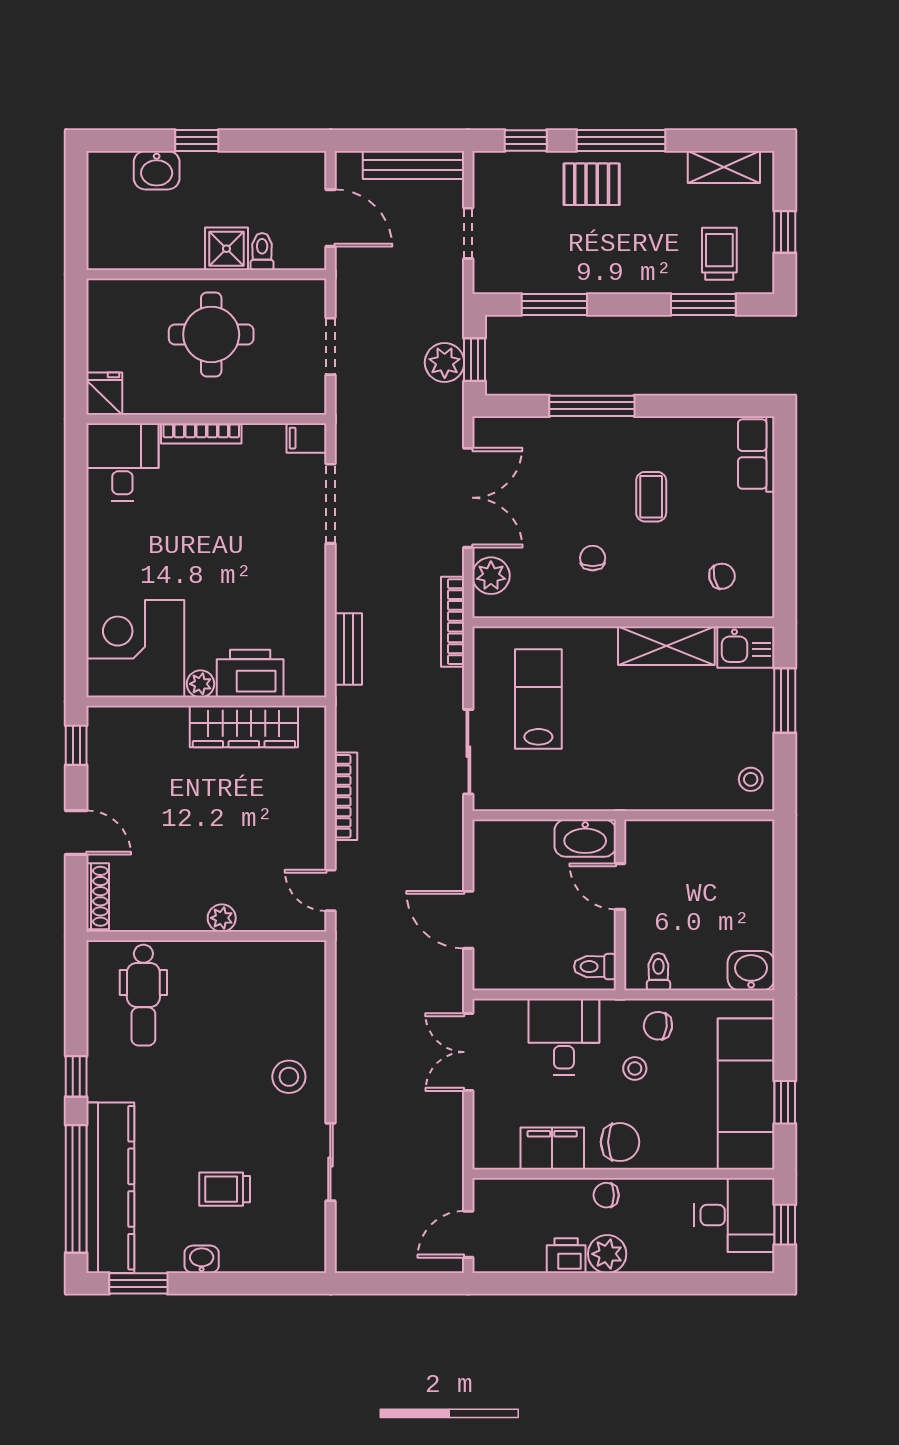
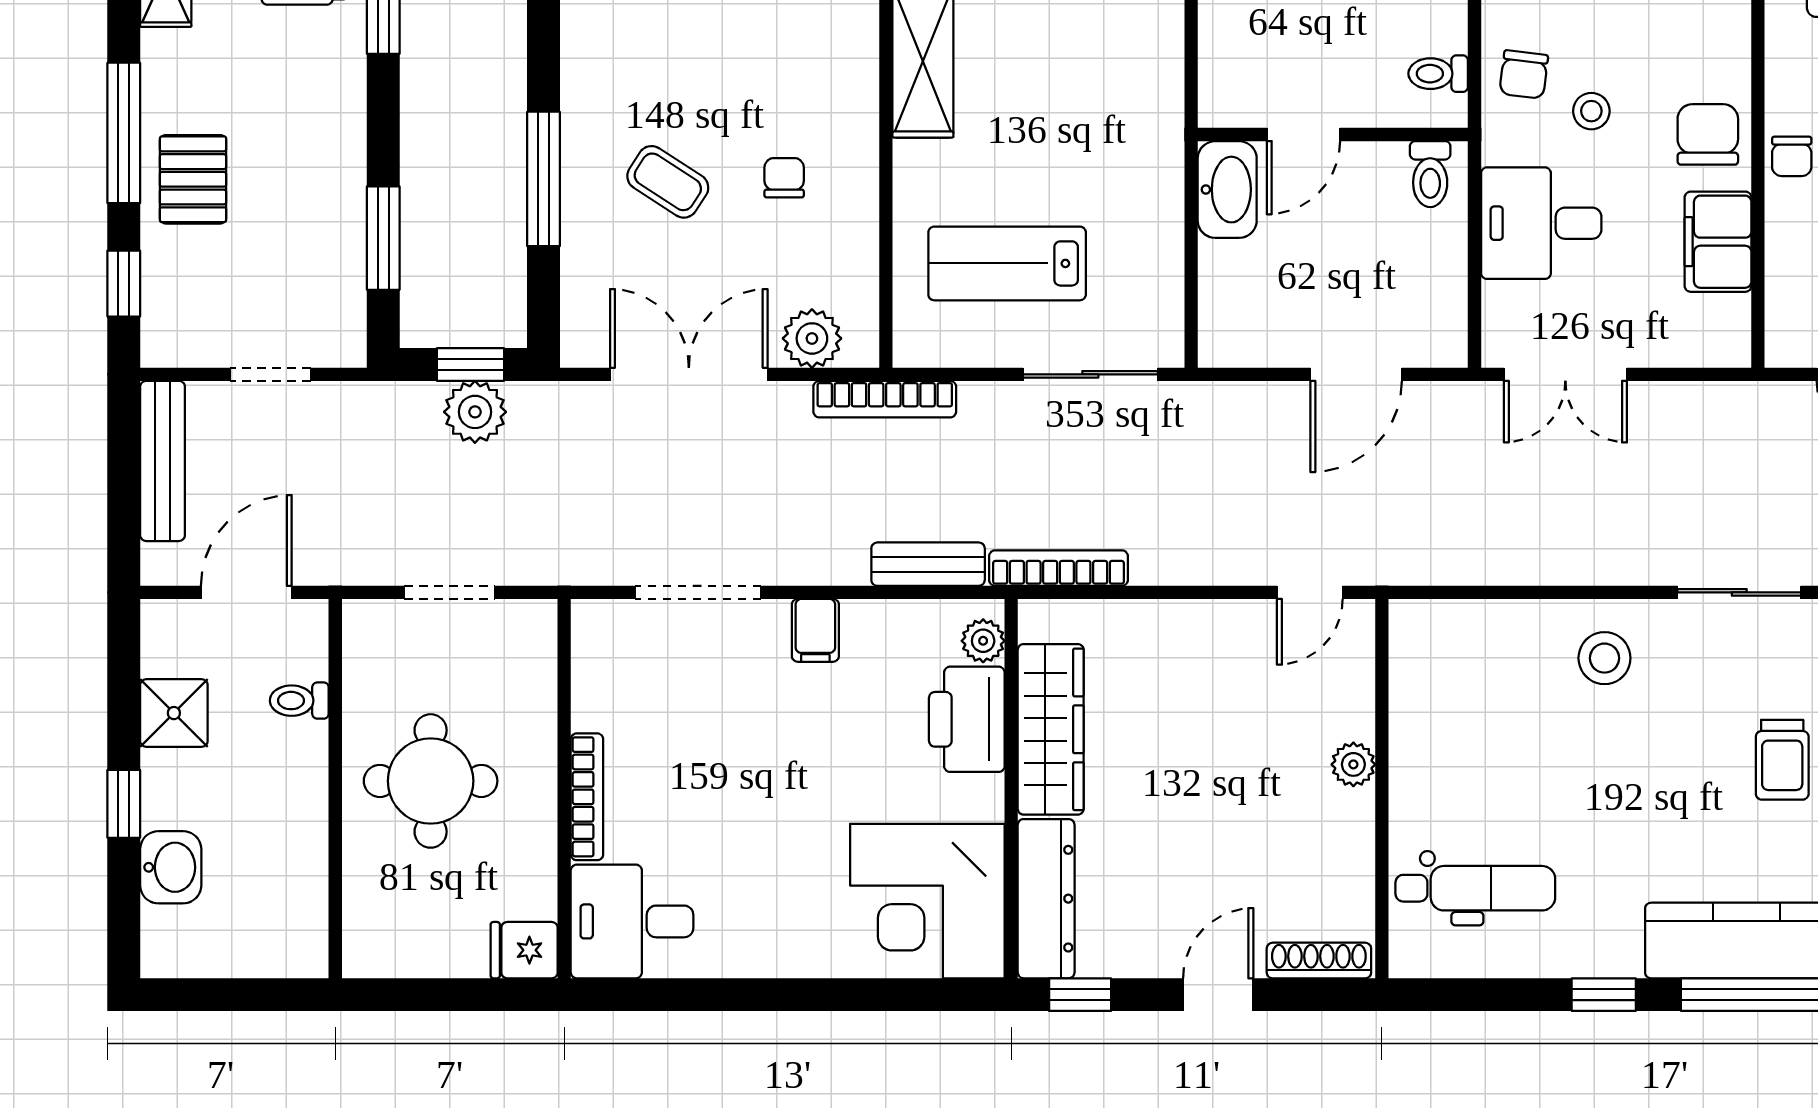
shower: (226, 249) -> (174, 713), moved
filing cabinet: (306, 438) -> (815, 630), moved
coffee table: (651, 497) -> (668, 182), moved, turned 33
chair: (593, 558) -> (784, 178), turned 90
plant: (201, 684) -> (983, 641), moved
dresser: (137, 724) -> (1046, 899), added
bookcase: (346, 796) -> (1059, 568), moved

